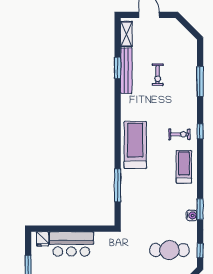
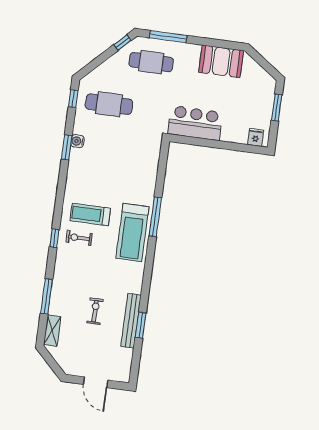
shelving: (126, 34) -> (52, 331), moved
treadmill: (184, 167) -> (90, 214), moved, turned 90
window: (118, 185) -> (155, 217), moved
bar counter: (71, 244) -> (195, 123), moved

